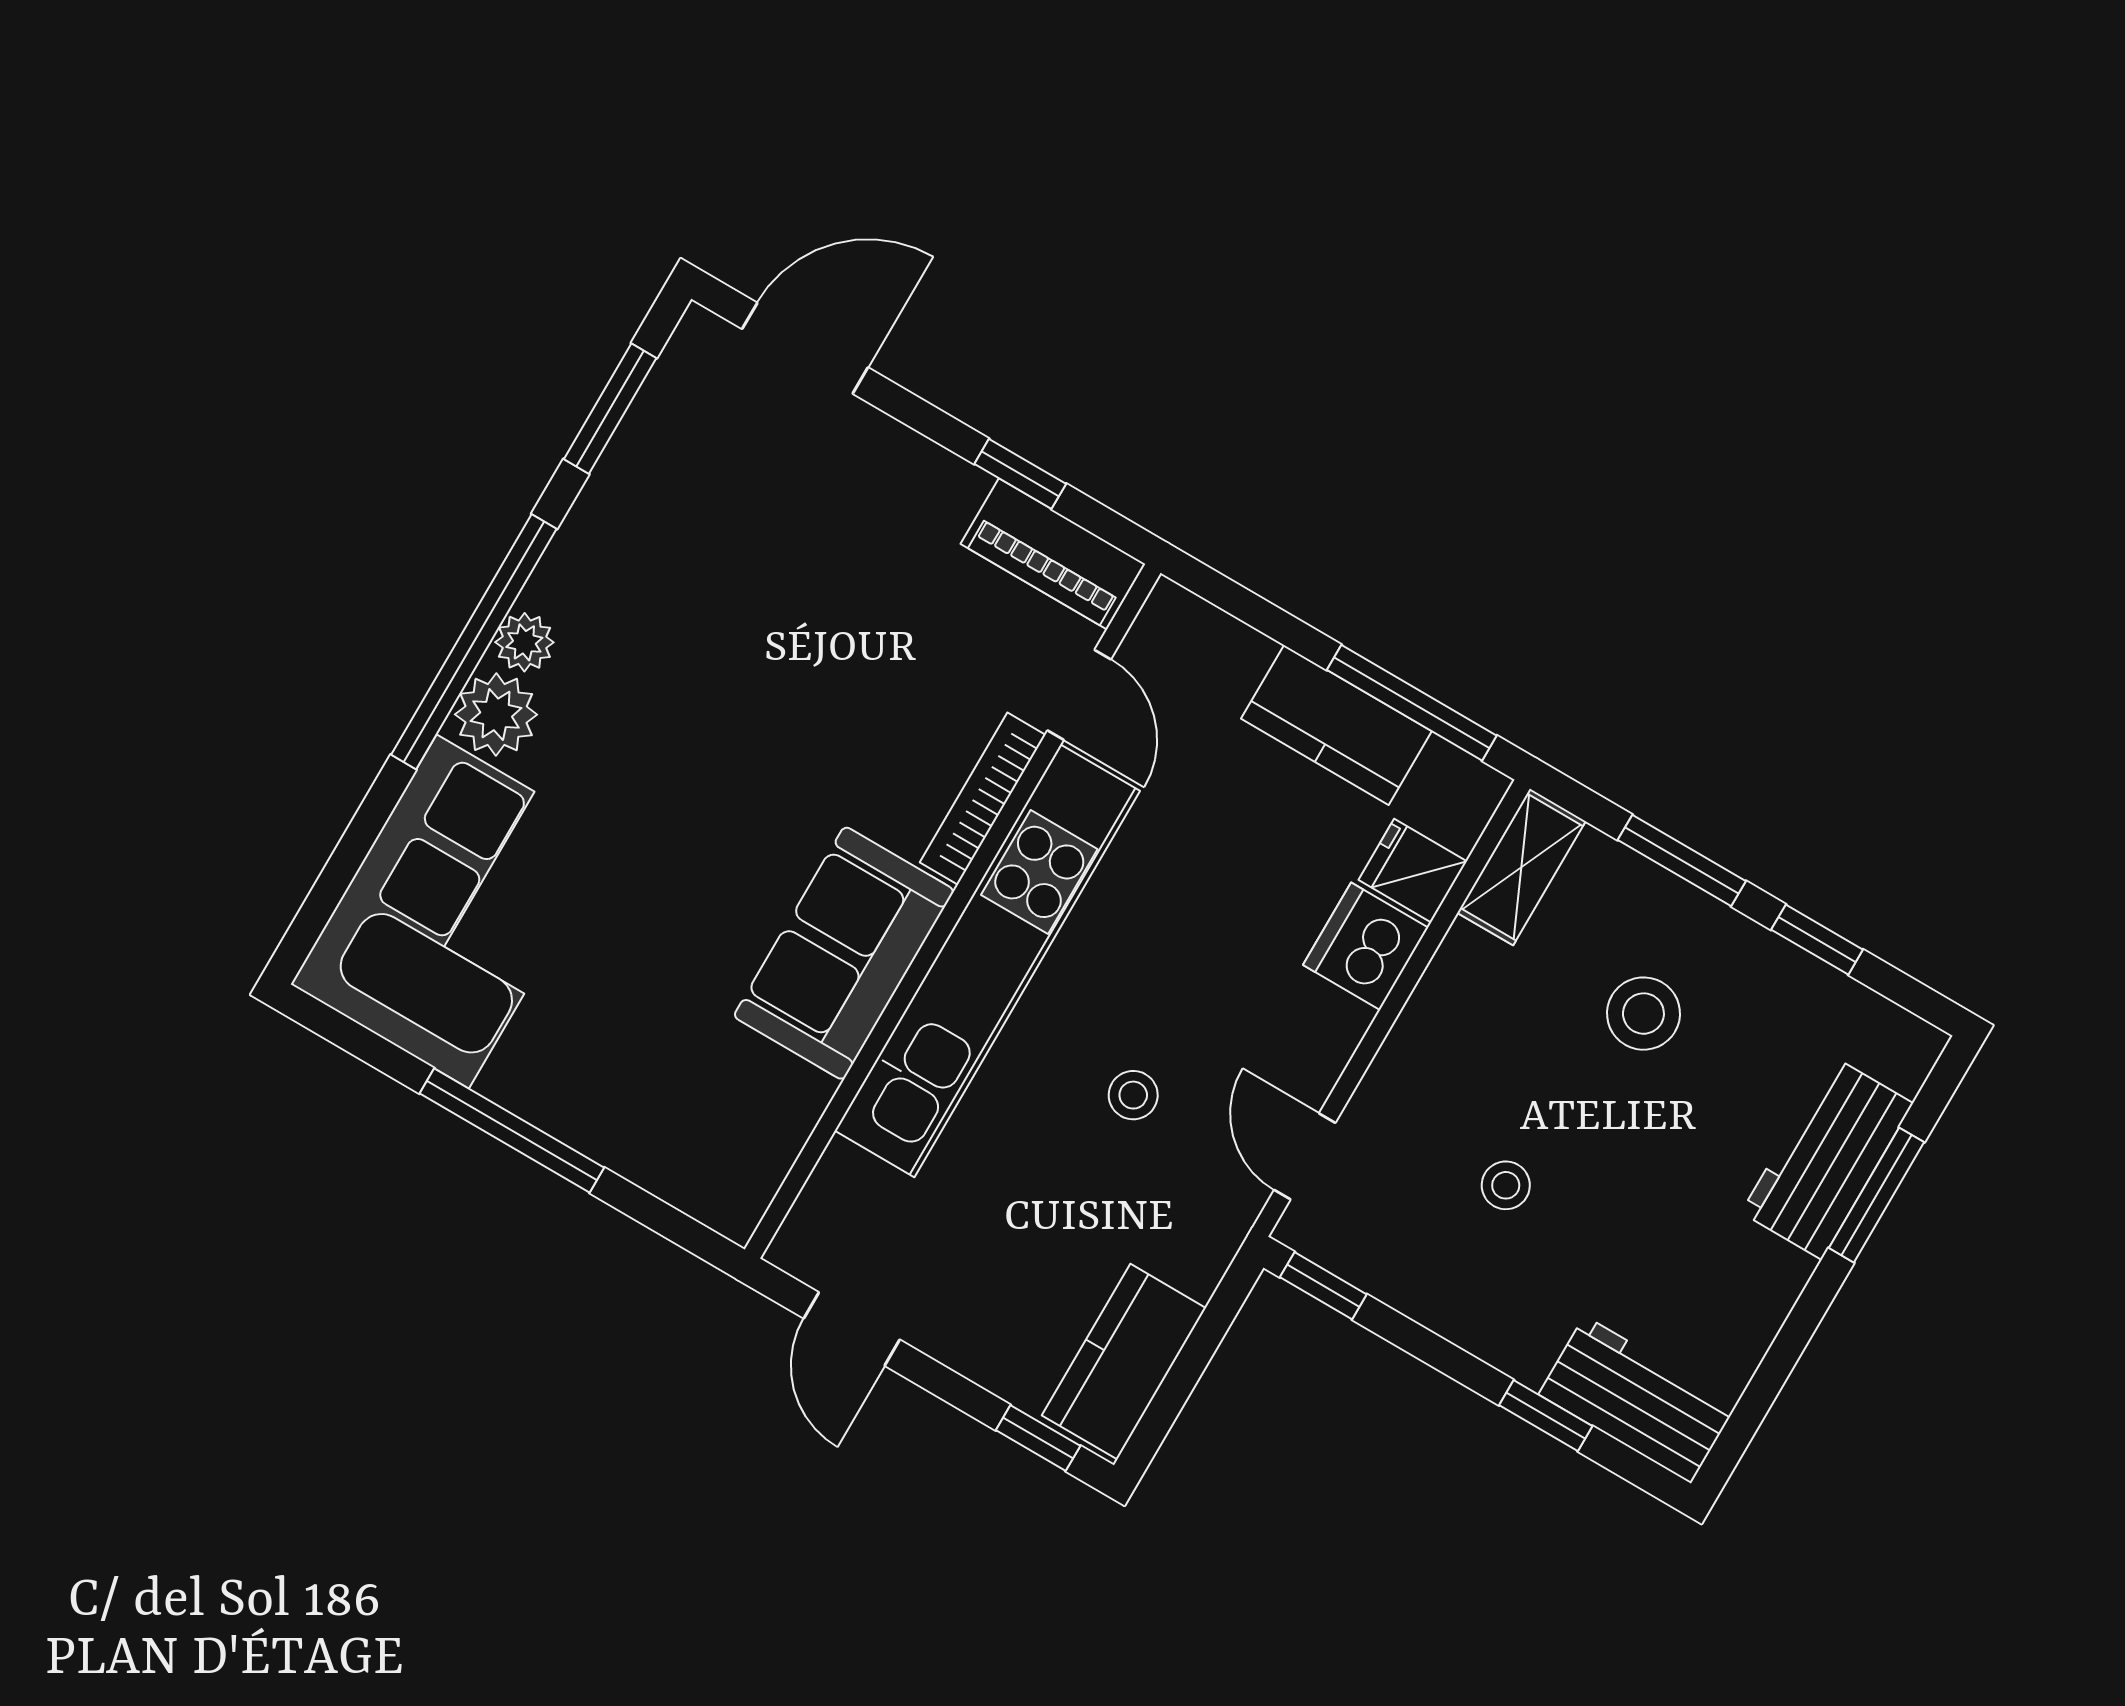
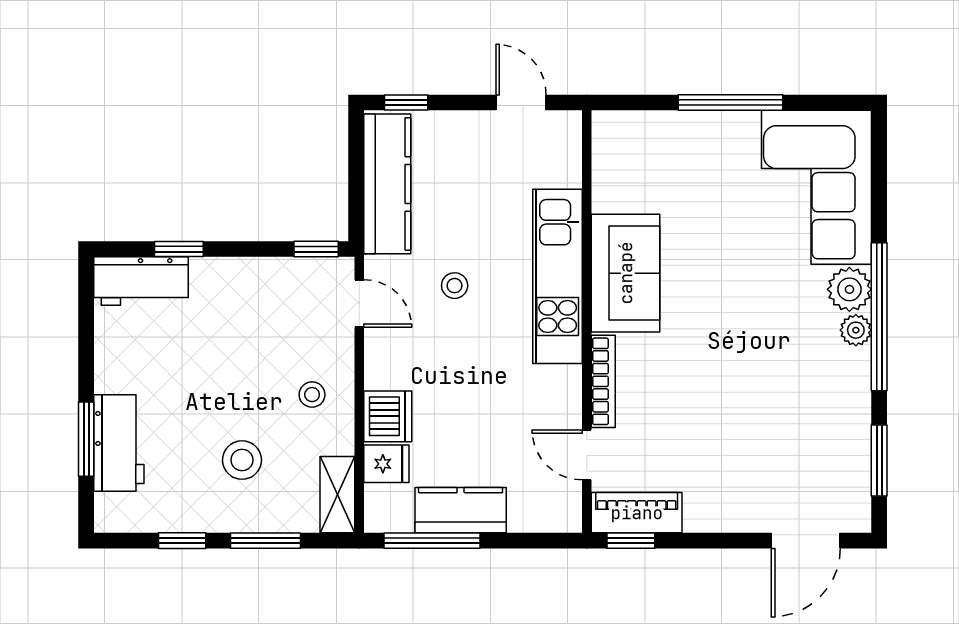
window: (1020, 474) -> (631, 541), moved
kitchen unit: (987, 961) -> (558, 276), width x0.73
stool: (1506, 1185) -> (312, 395), moved
kitchen counter: (1124, 1362) -> (387, 184), width x1.50

